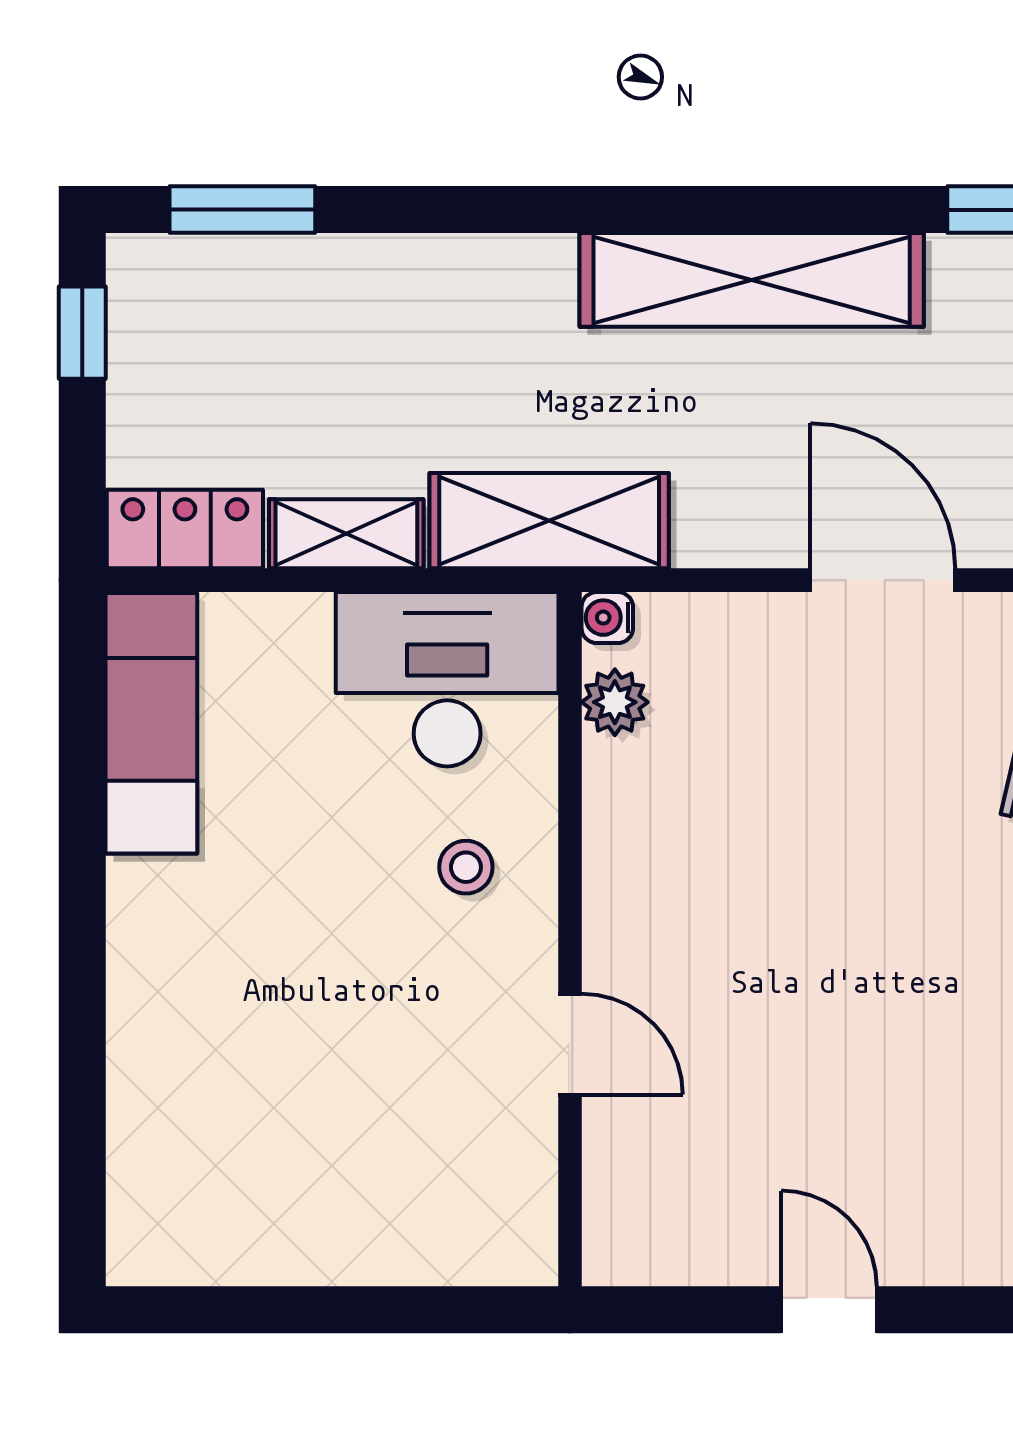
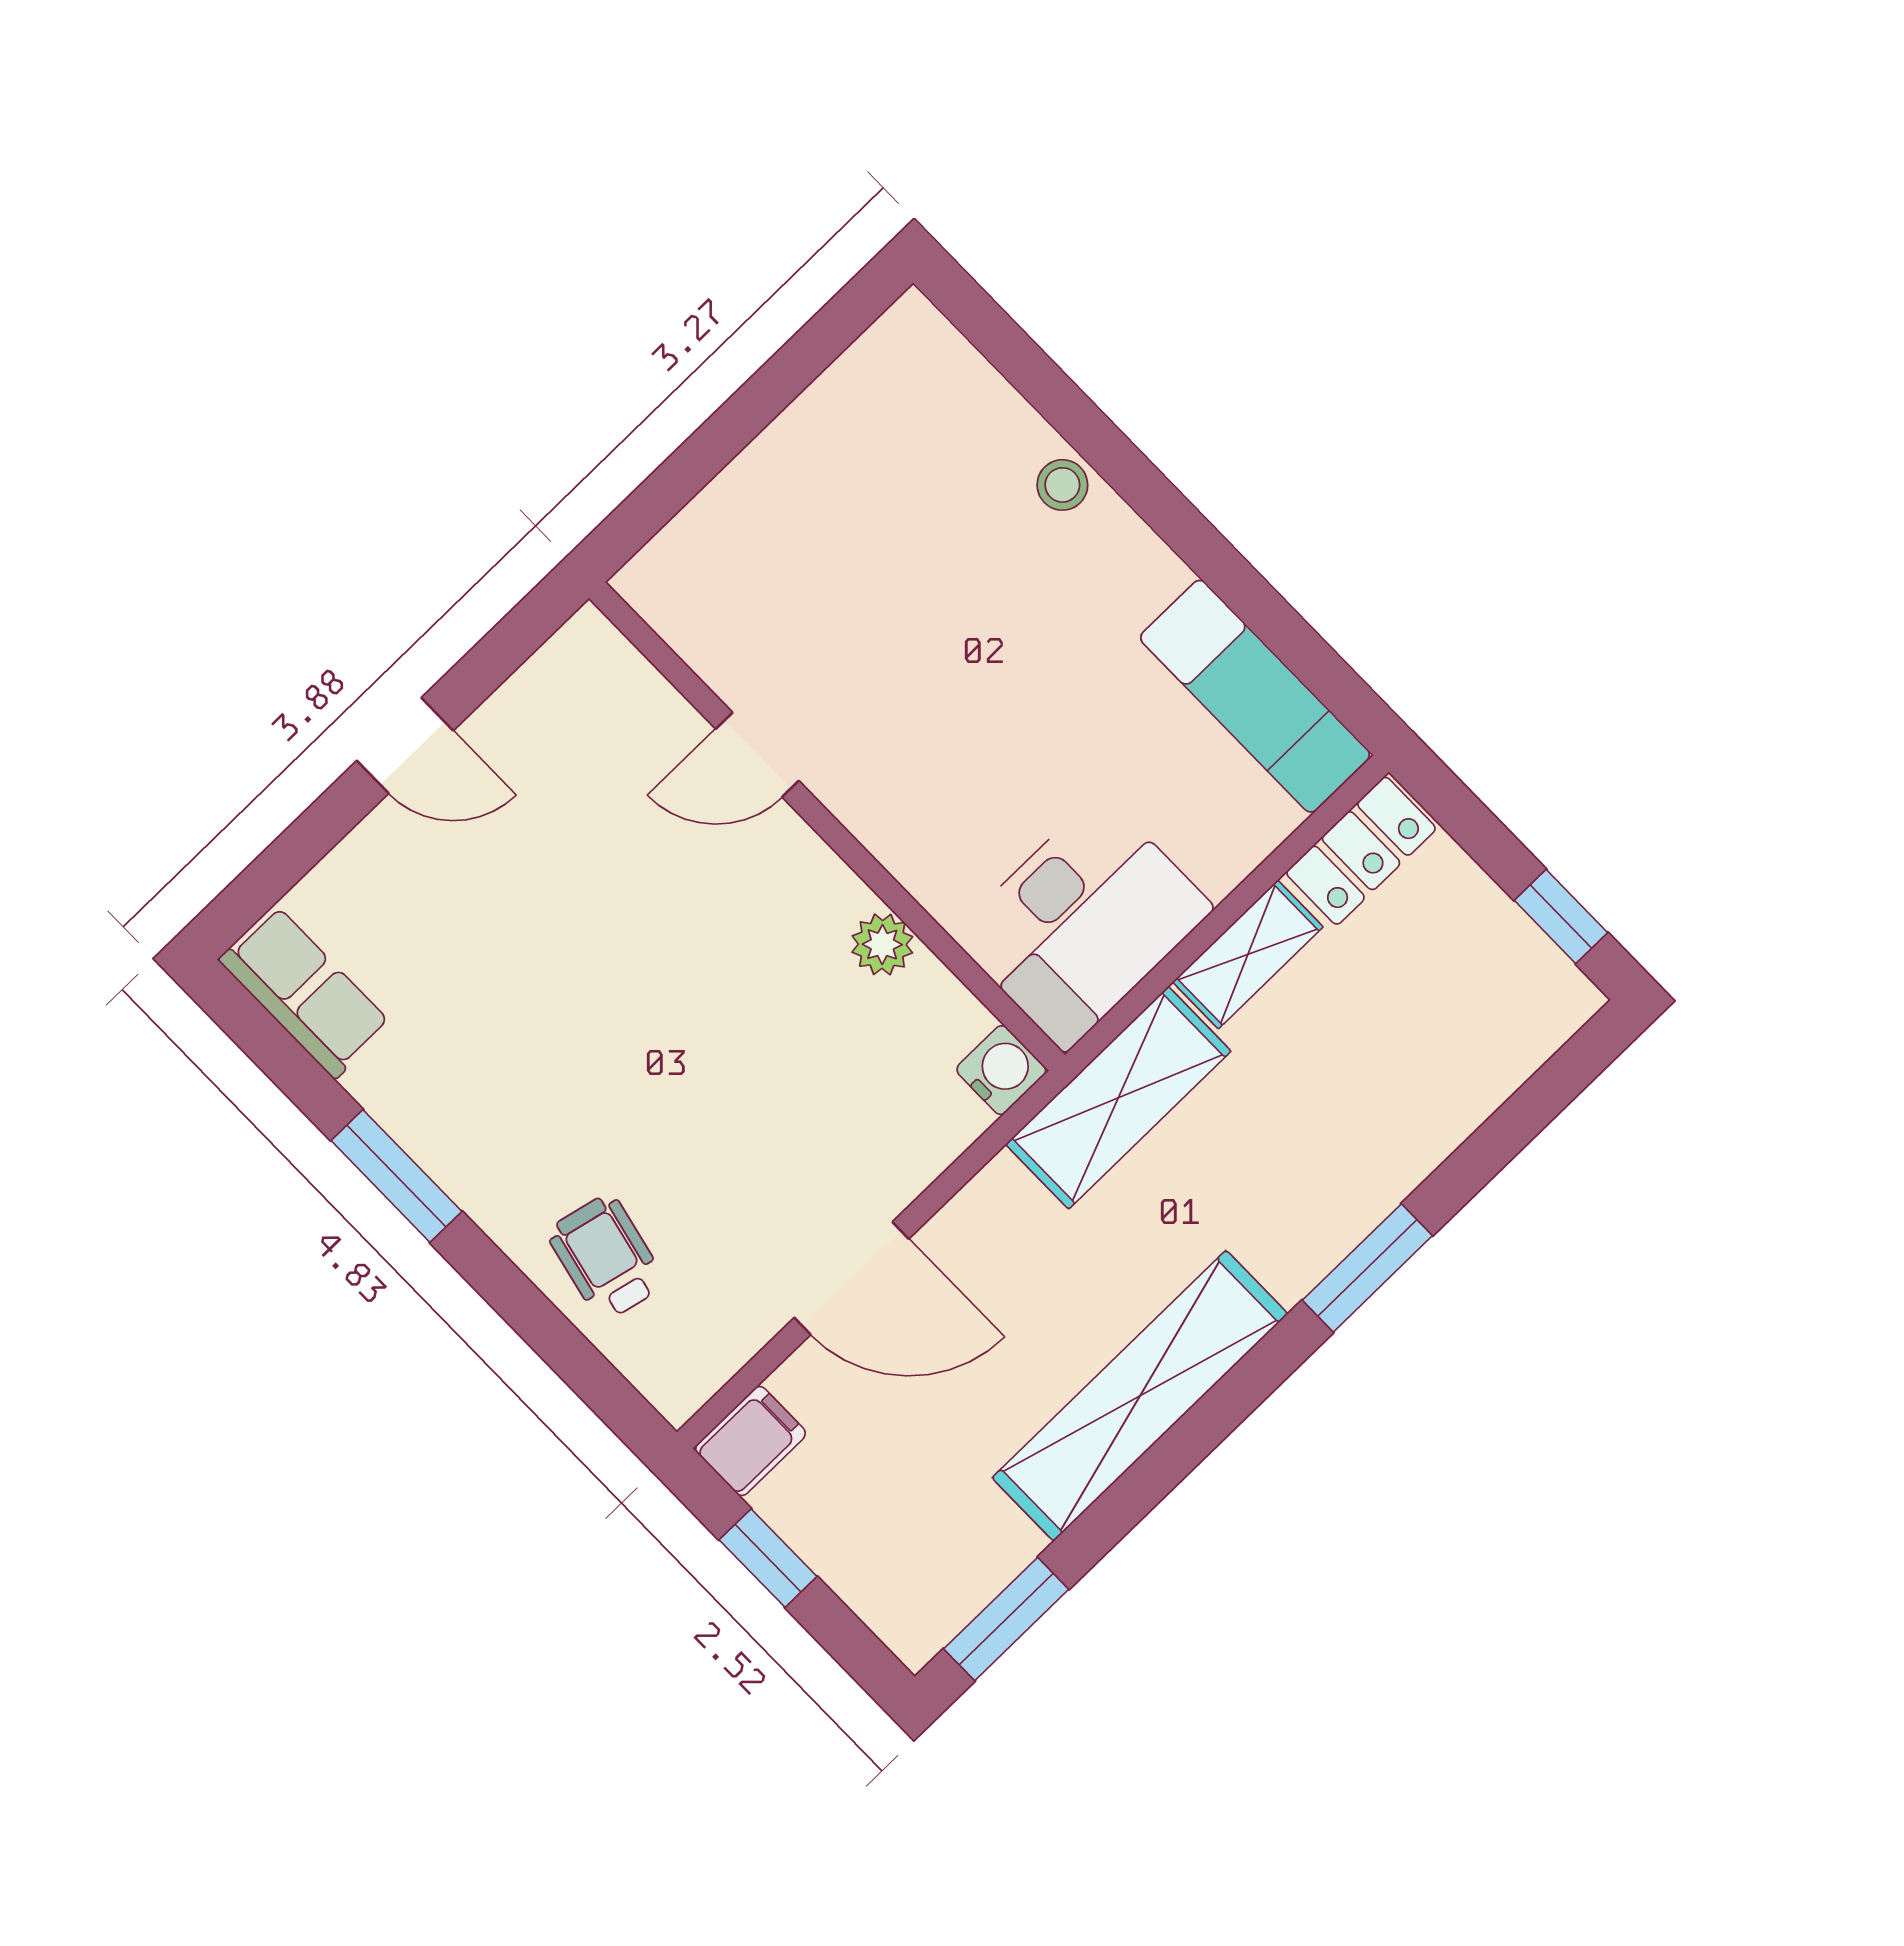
window: (242, 210) -> (1367, 1268), moved
water cooler: (607, 618) -> (1001, 1070), width x1.38, depth x1.38
plant: (615, 702) -> (882, 944), moved
stool: (466, 867) -> (1062, 485), moved

